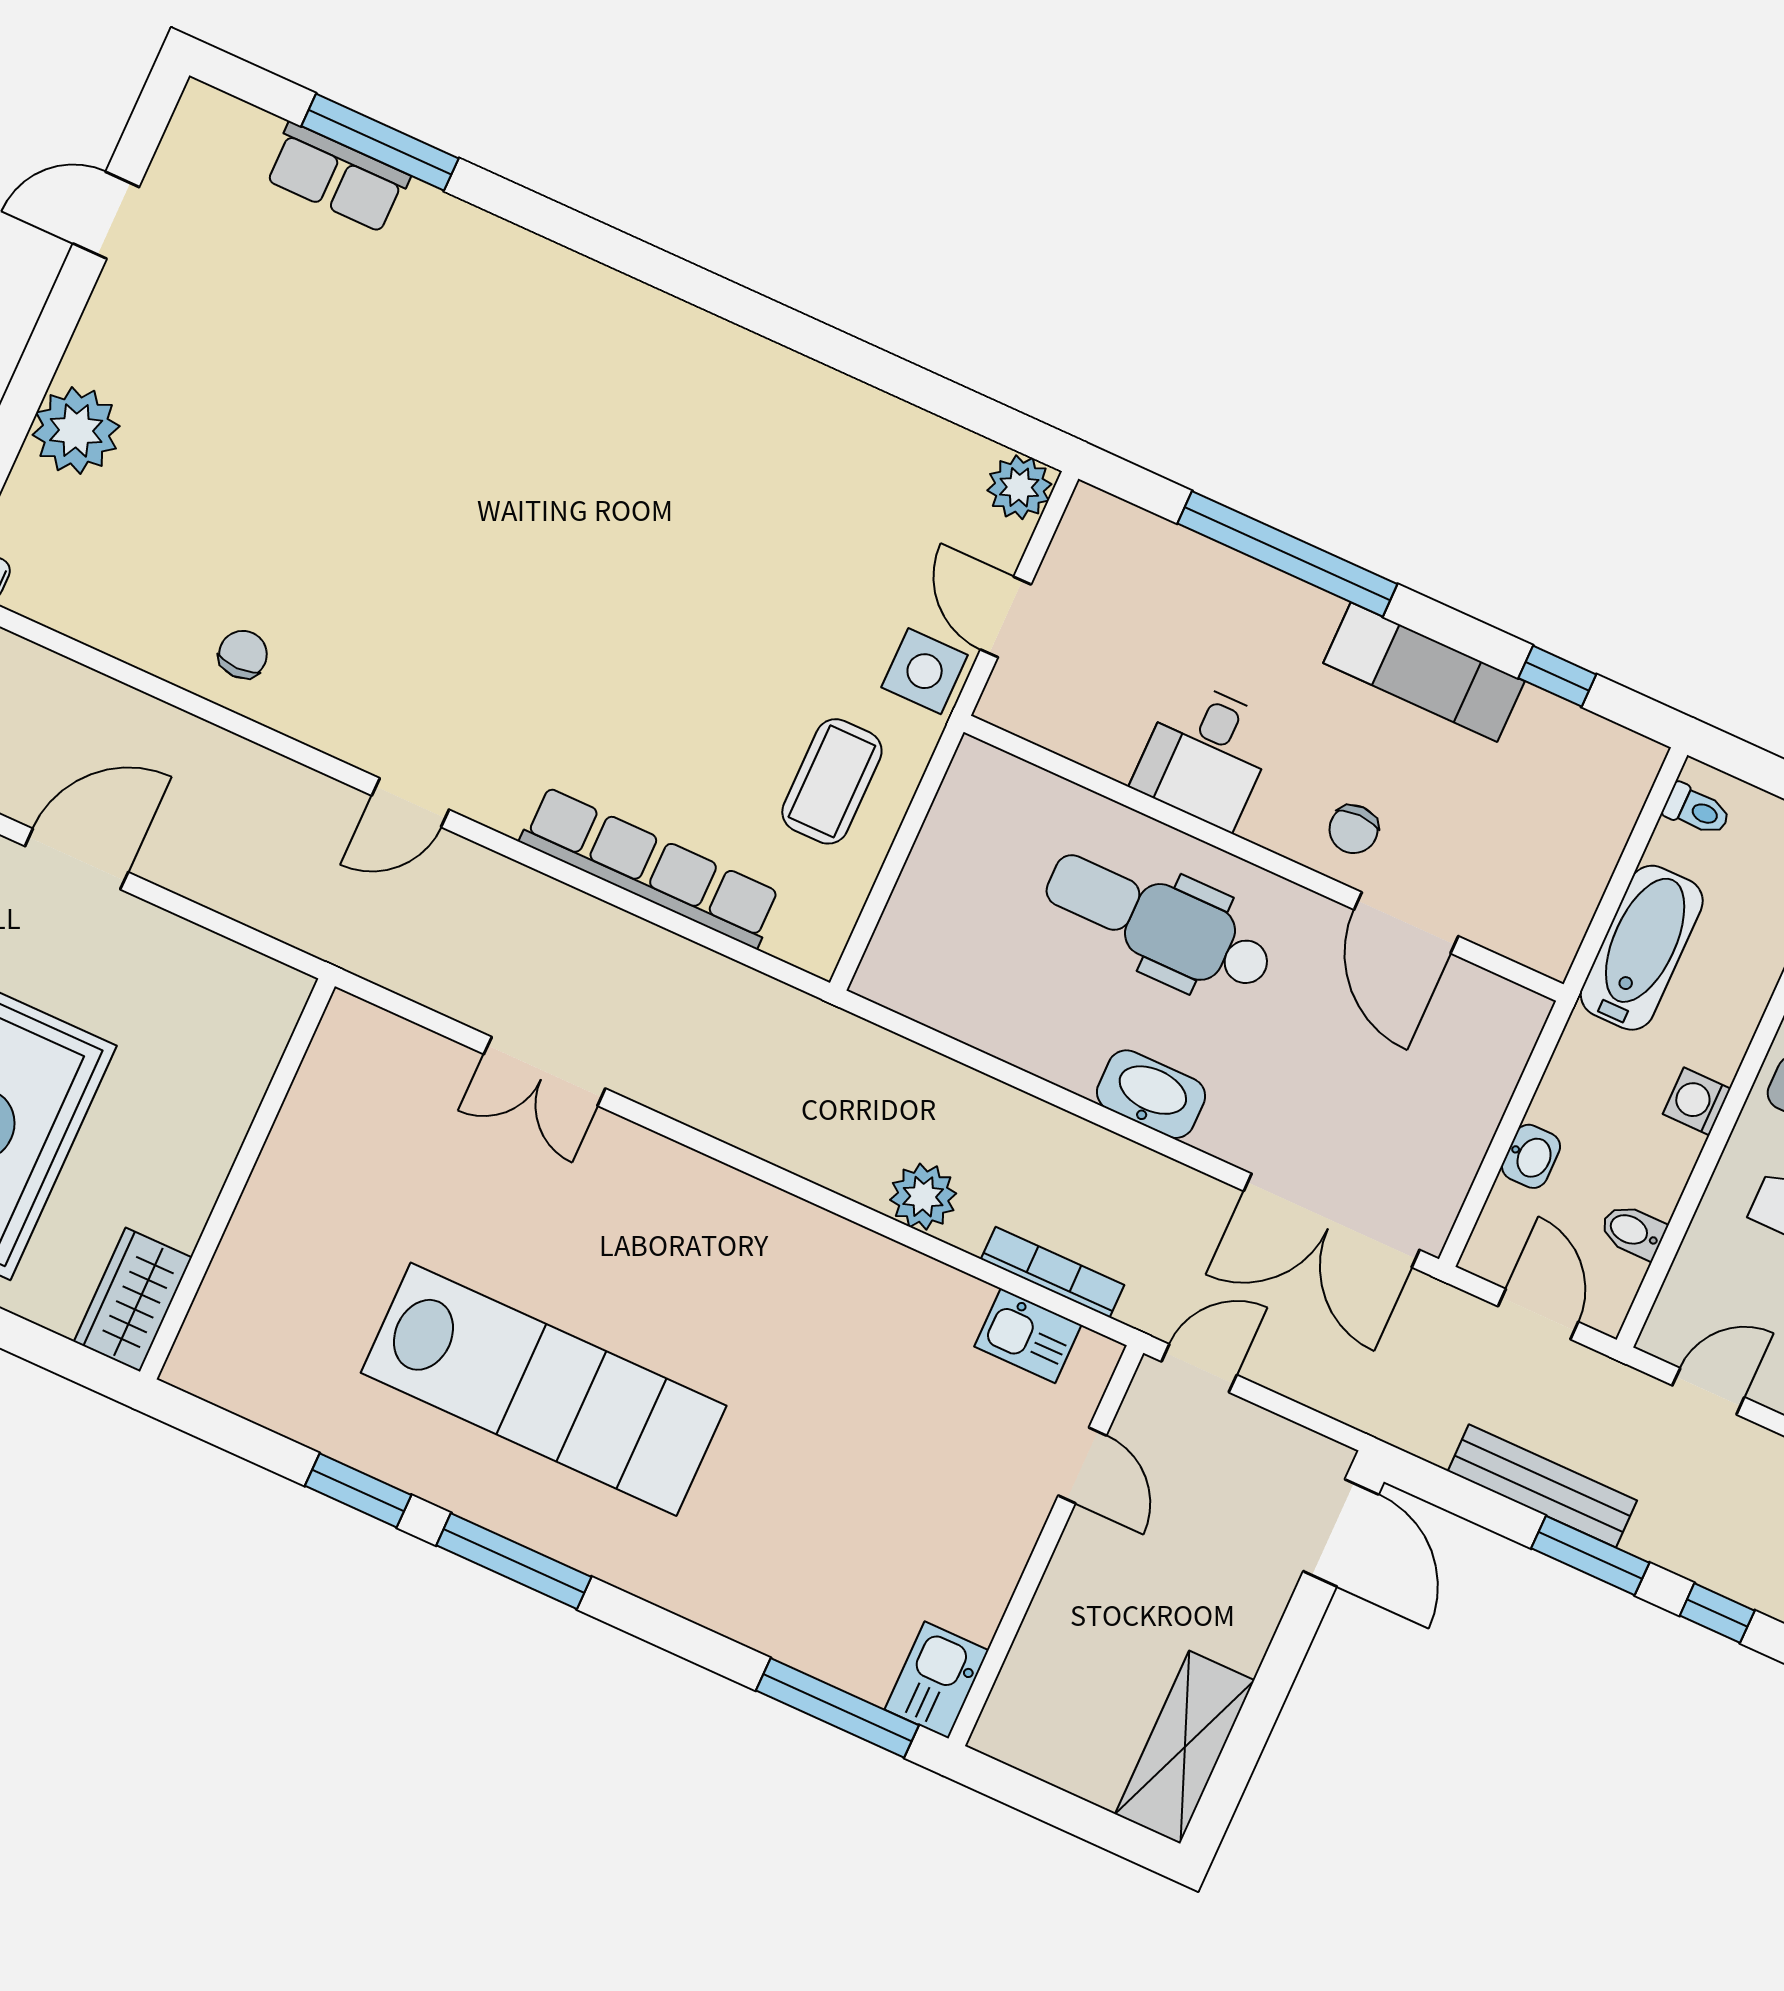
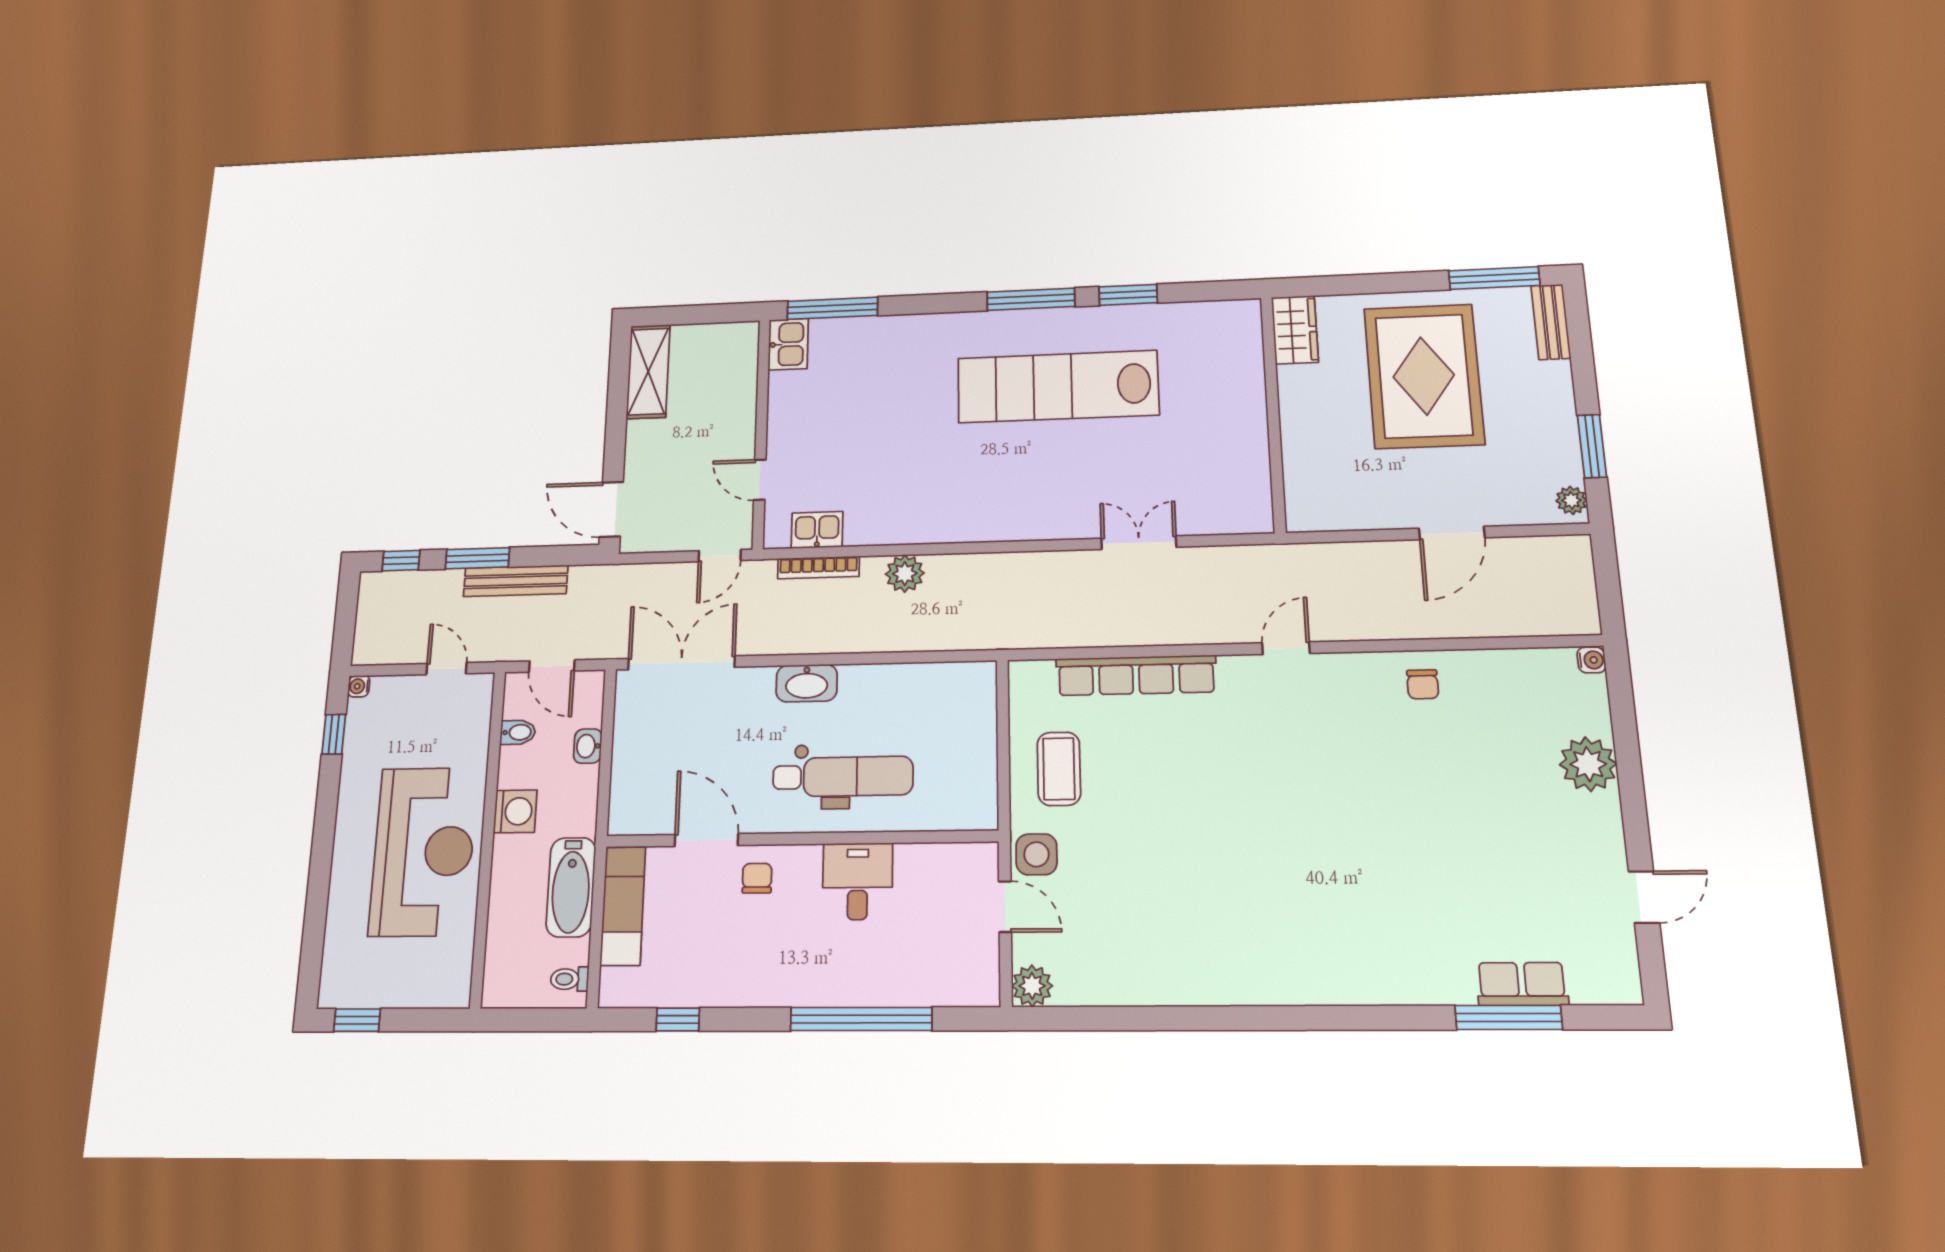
exam couch: (1424, 672) -> (623, 906), moved, turned 90
washing machine: (1697, 1101) -> (515, 811), width x1.38, depth x1.38
door: (1708, 1391) -> (446, 669), swing flipped

